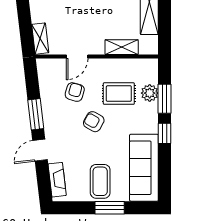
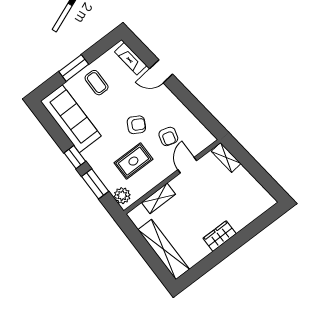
plant: (150, 93) -> (122, 196), moved
window: (36, 114) -> (185, 97), removed
door: (40, 150) -> (161, 71), swing flipped
coffee table: (100, 181) -> (97, 83), width x0.73, depth x0.77

